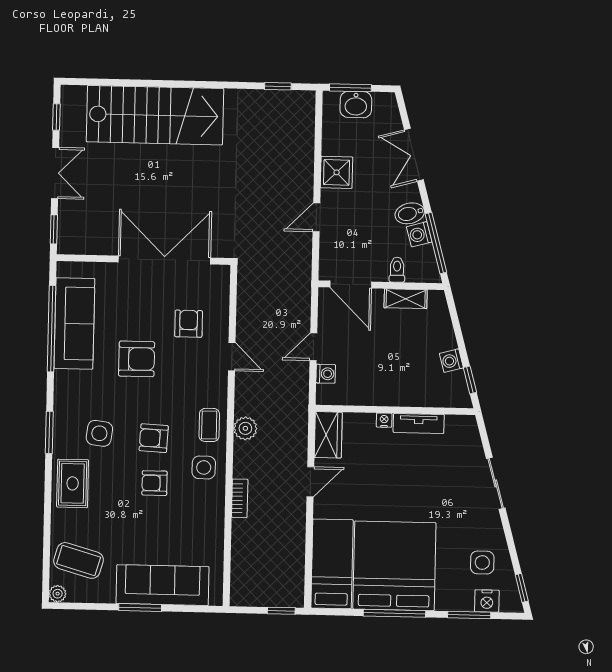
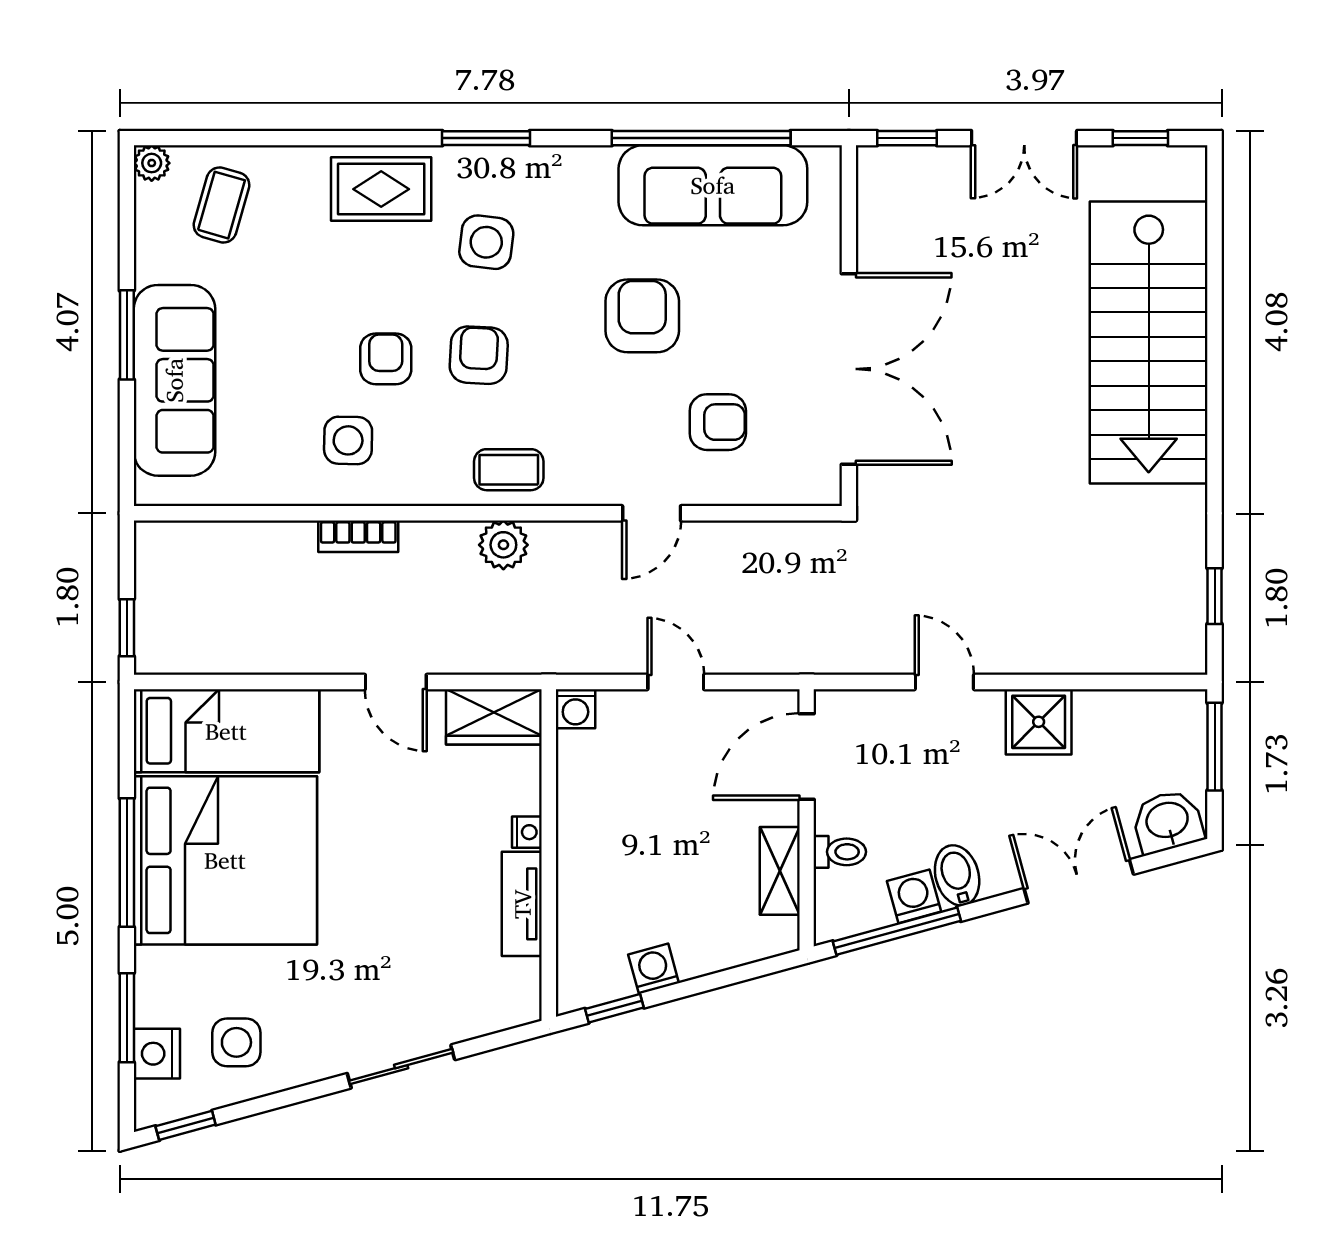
washbasin: (356, 105) -> (1168, 821), moved, turned 75
armchair: (137, 359) -> (642, 316), turned 180
washing machine: (326, 374) -> (575, 709), moved
side table: (204, 467) -> (348, 440), moved
coffee table: (79, 560) -> (222, 205), width x0.73, depth x0.77

